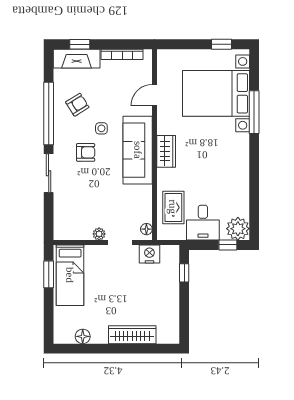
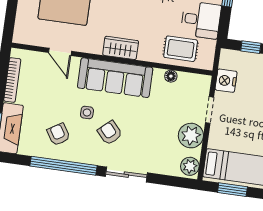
armchair: (86, 152) -> (110, 133), turned -42
floor lamp: (146, 229) -> (171, 76), moved
plant: (65, 232) -> (190, 166), added
plant: (99, 234) -> (191, 136), width x1.88, depth x1.88

